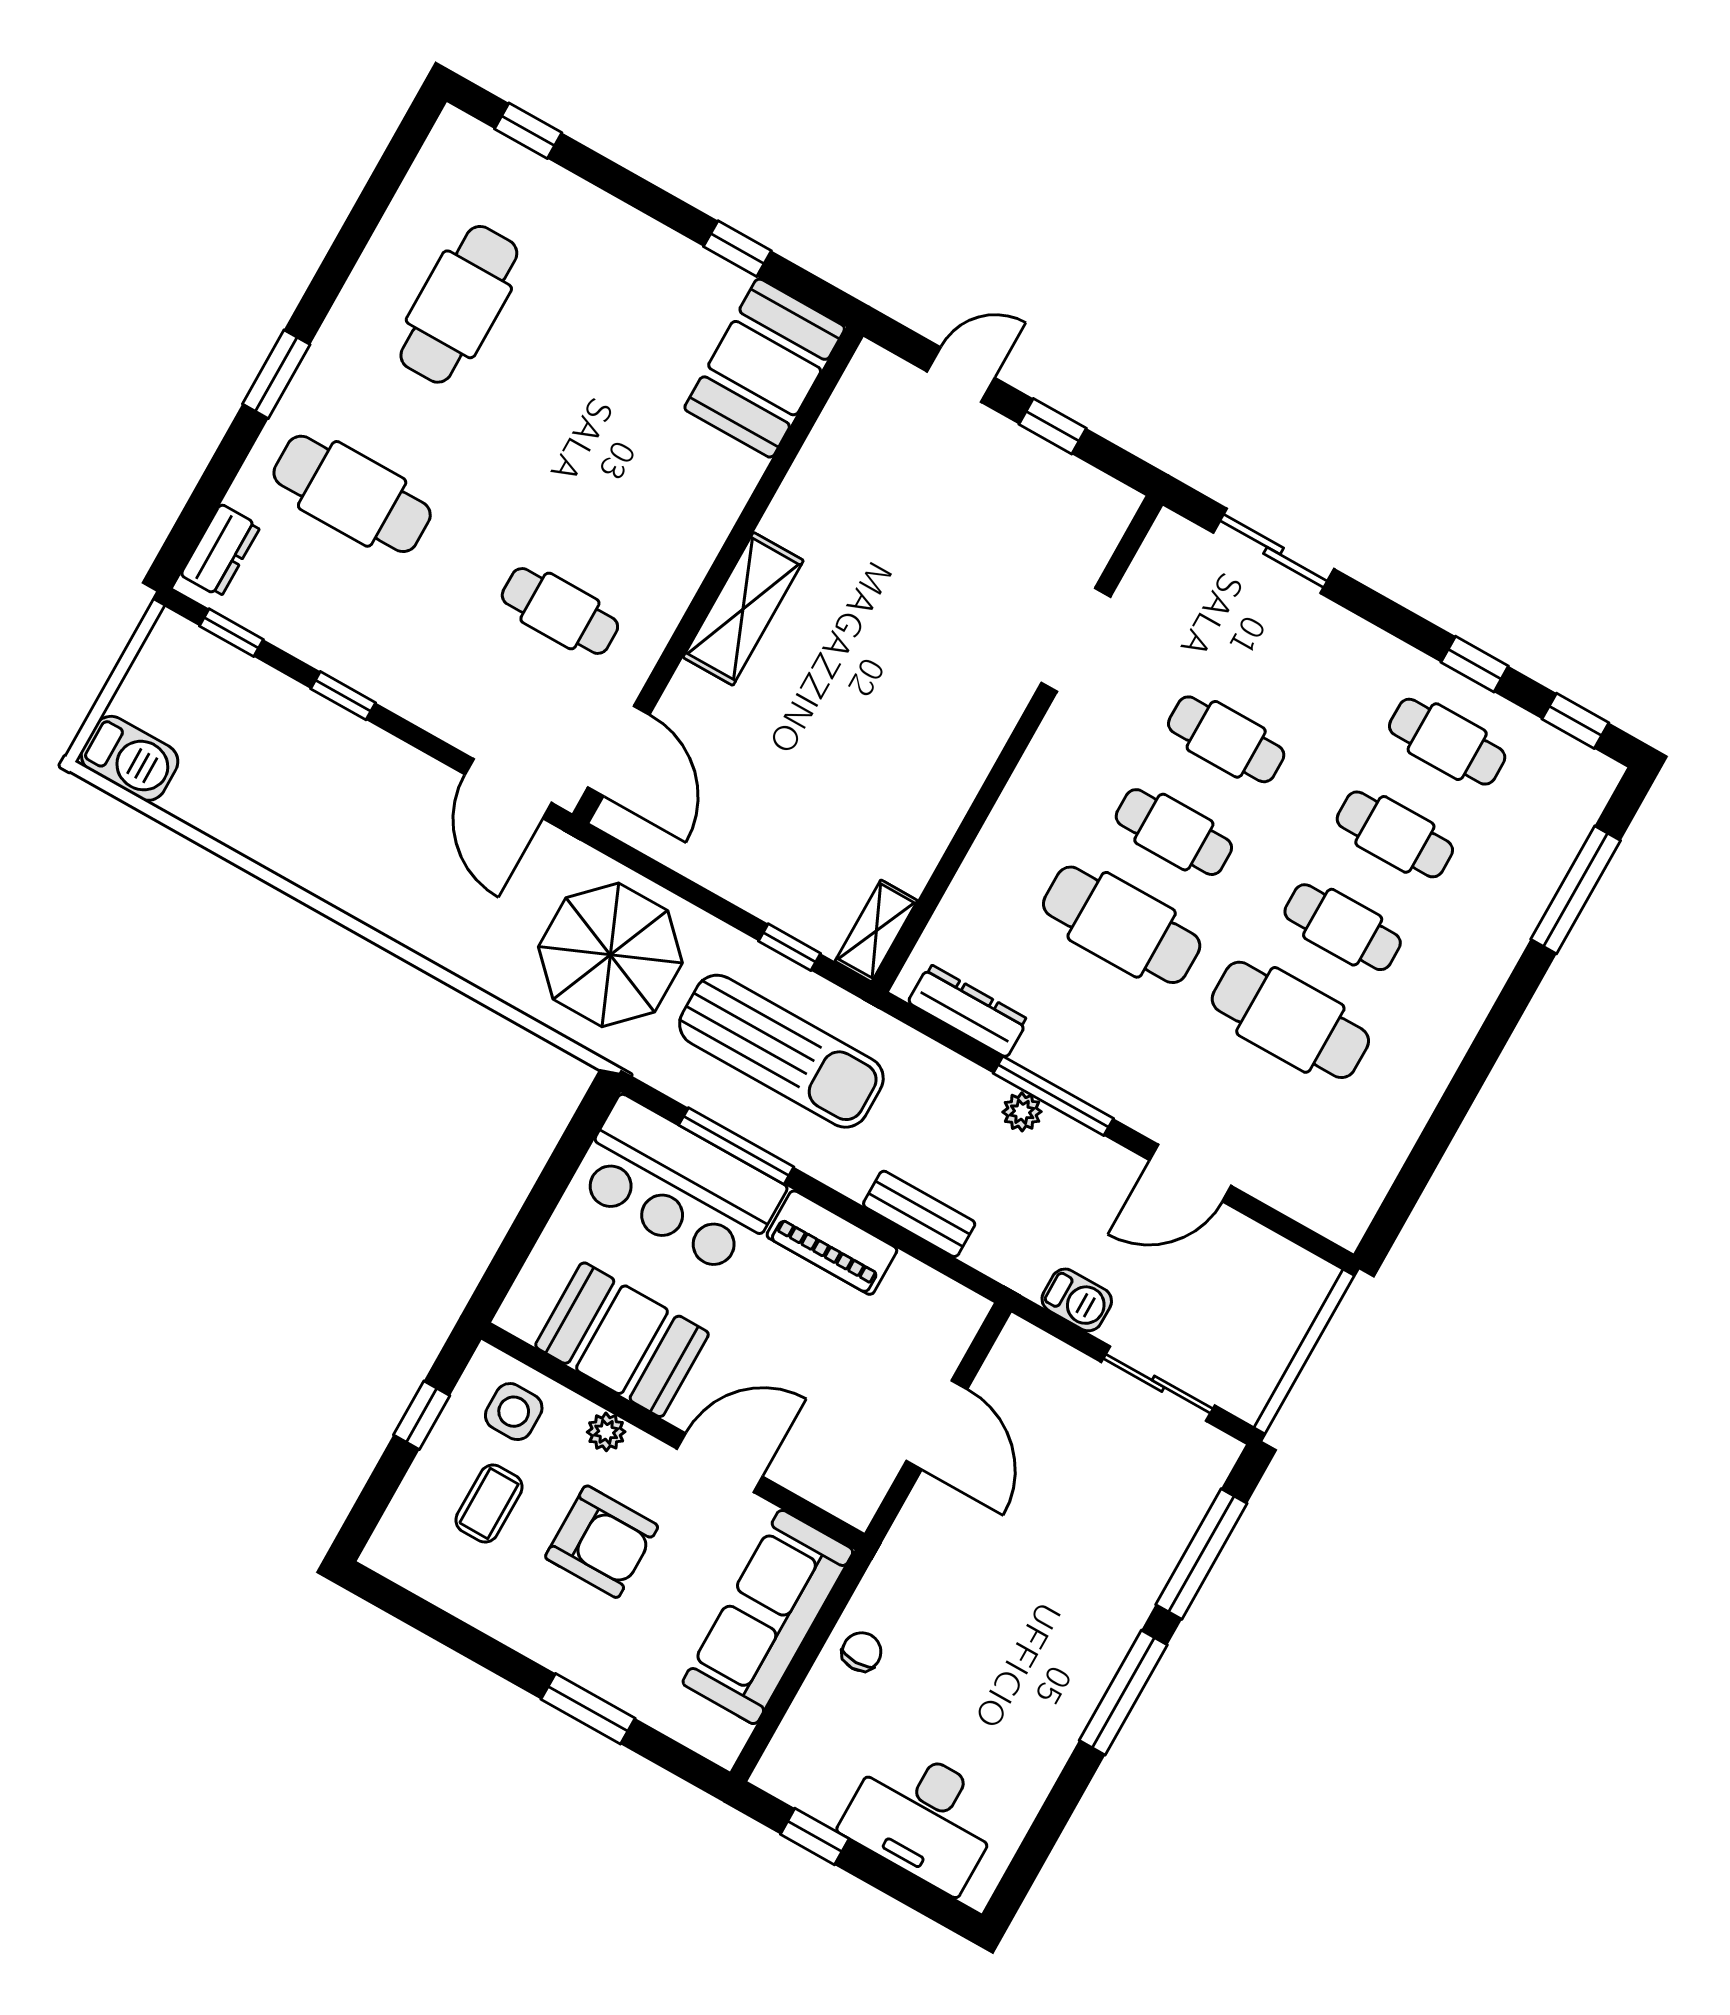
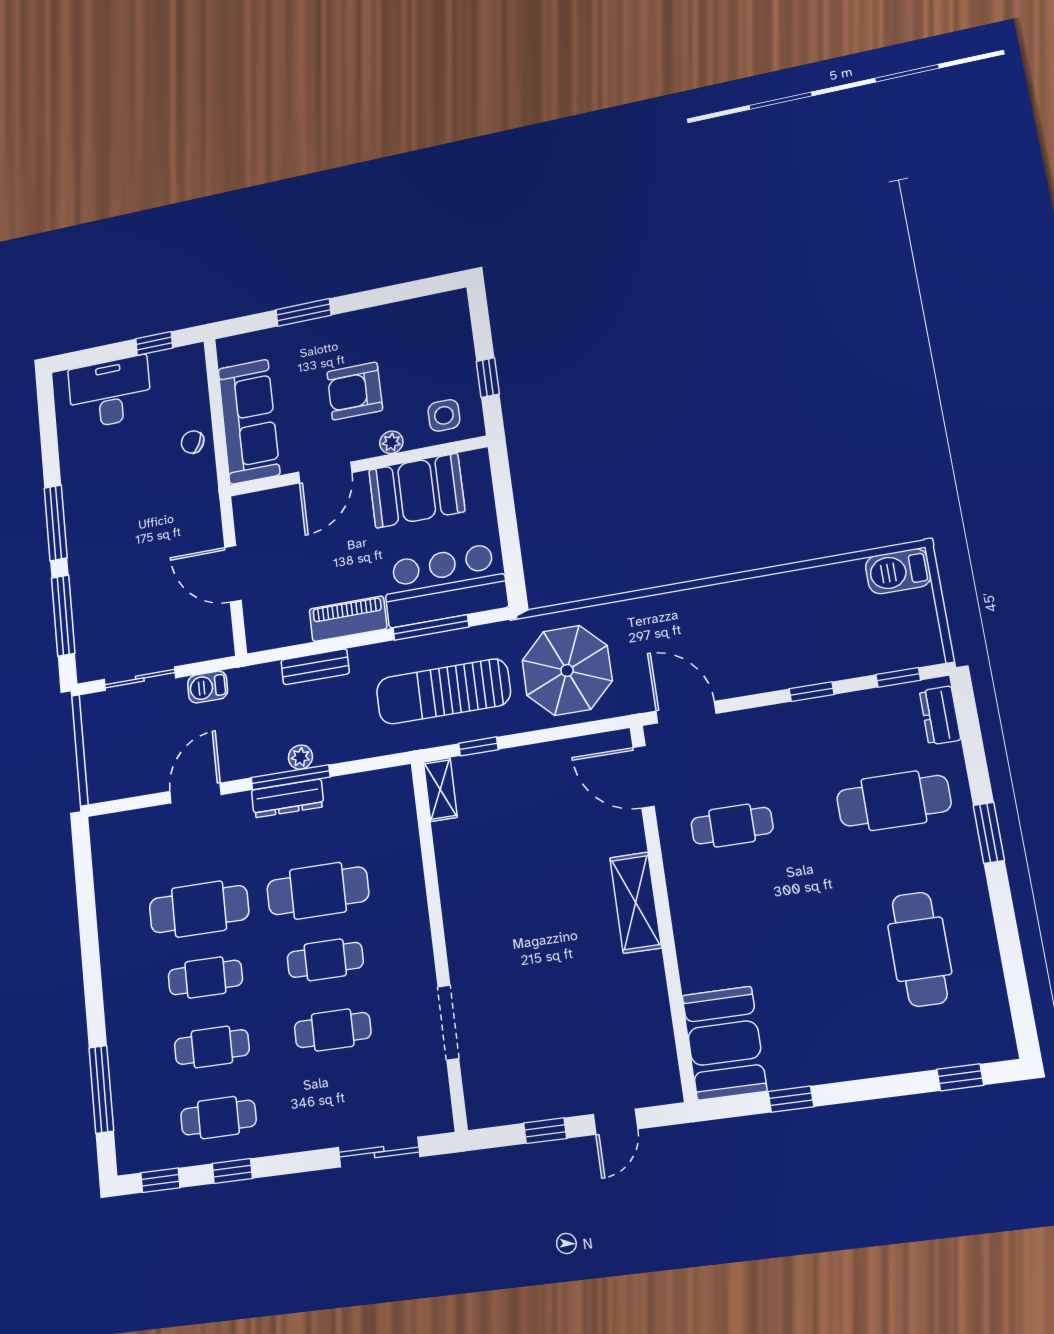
dresser: (968, 1011) -> (288, 798), moved
coffee table: (489, 1504) -> (423, 364), removed
chair: (862, 1652) -> (193, 442), turned 116

